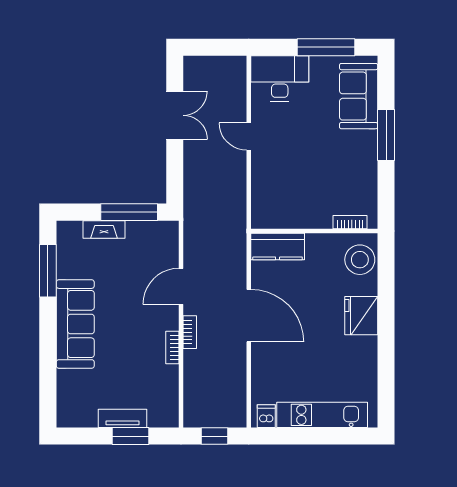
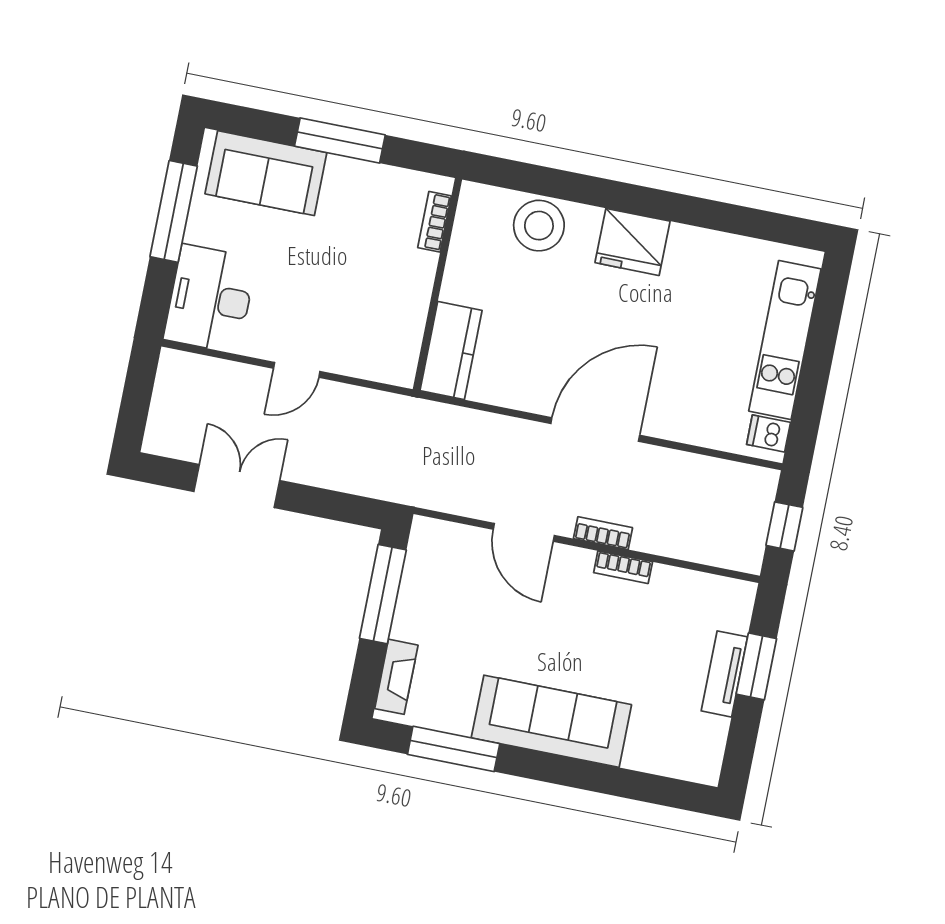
bookcase: (350, 222) -> (435, 222), moved
fireplace: (104, 229) -> (396, 677), moved
wall: (314, 231) -> (437, 284), moved
kitchen counter: (278, 247) -> (451, 351), moved

